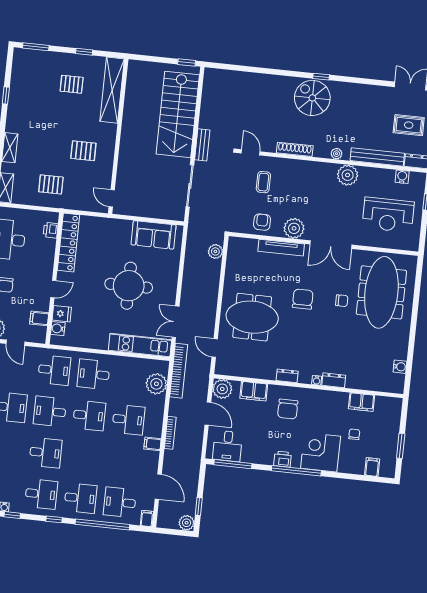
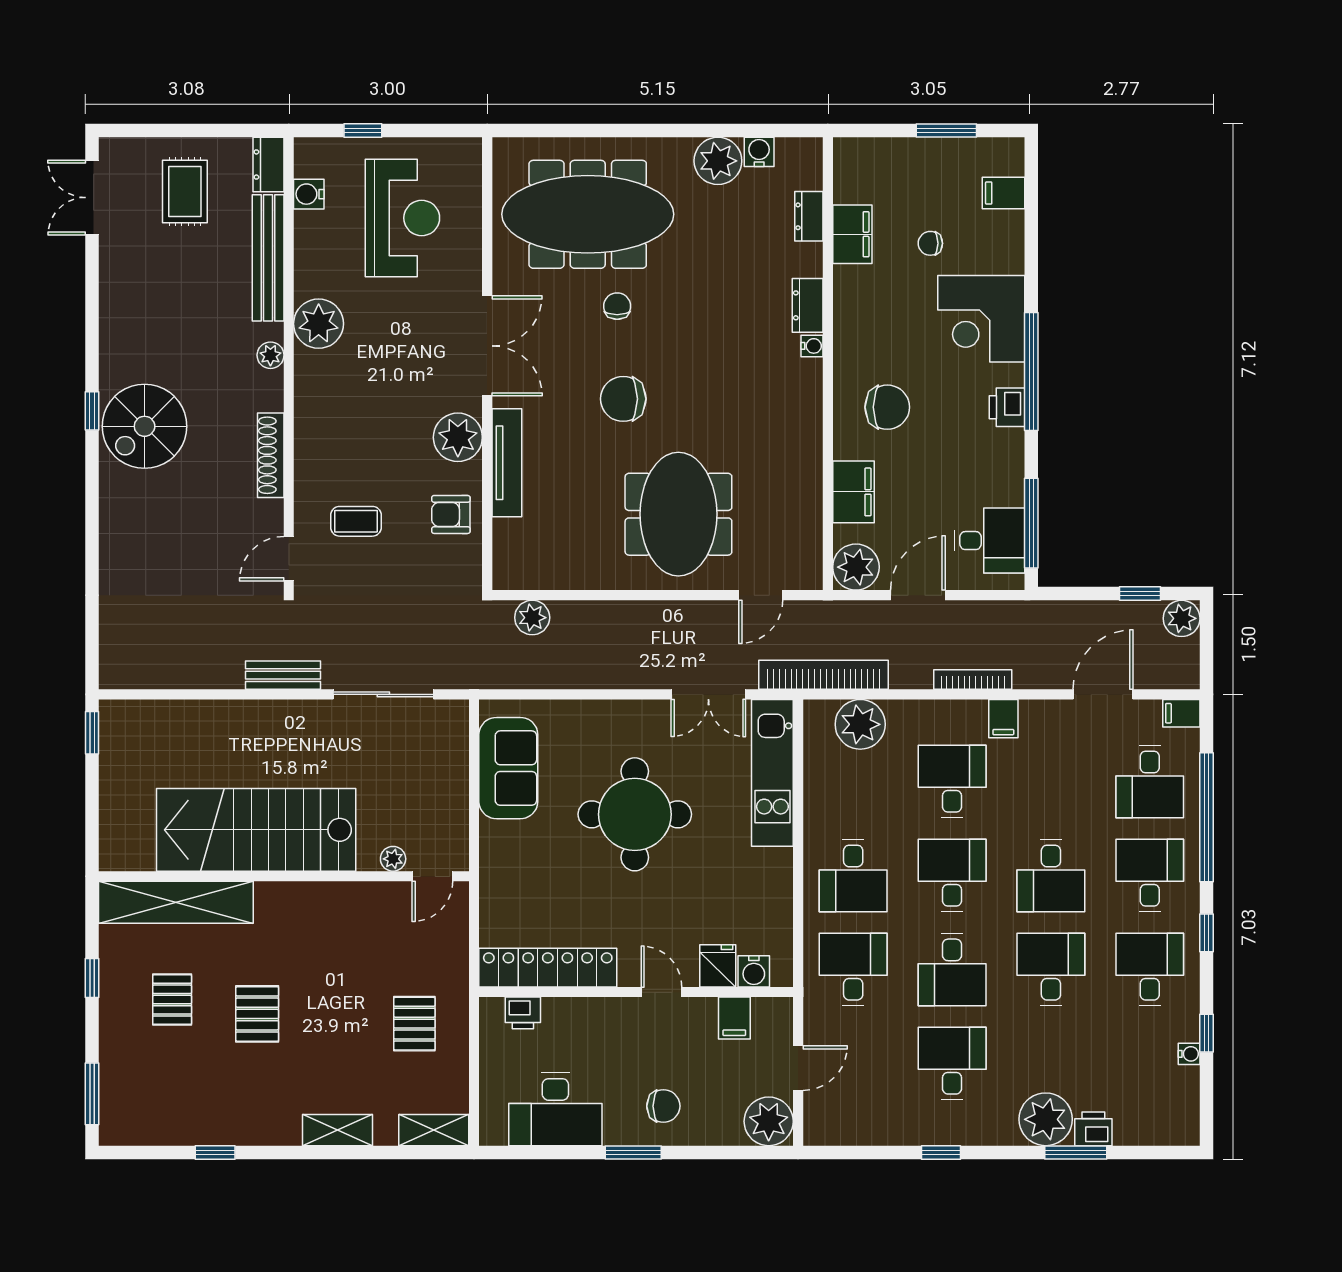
stairs: (178, 114) -> (256, 830), moved, turned 180
pallet: (83, 151) -> (257, 1014), moved
plant: (121, 183) -> (393, 859), added
plant: (398, 349) -> (718, 161), added
dresser: (287, 376) -> (809, 216), moved
desk: (85, 457) -> (1051, 876), added

